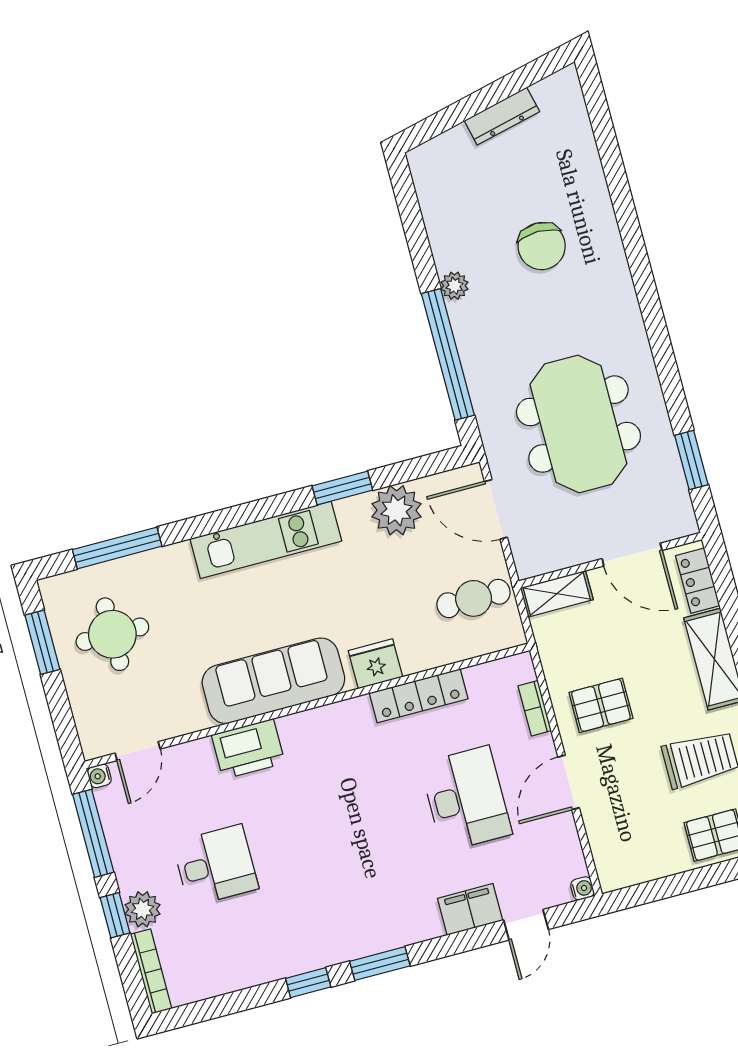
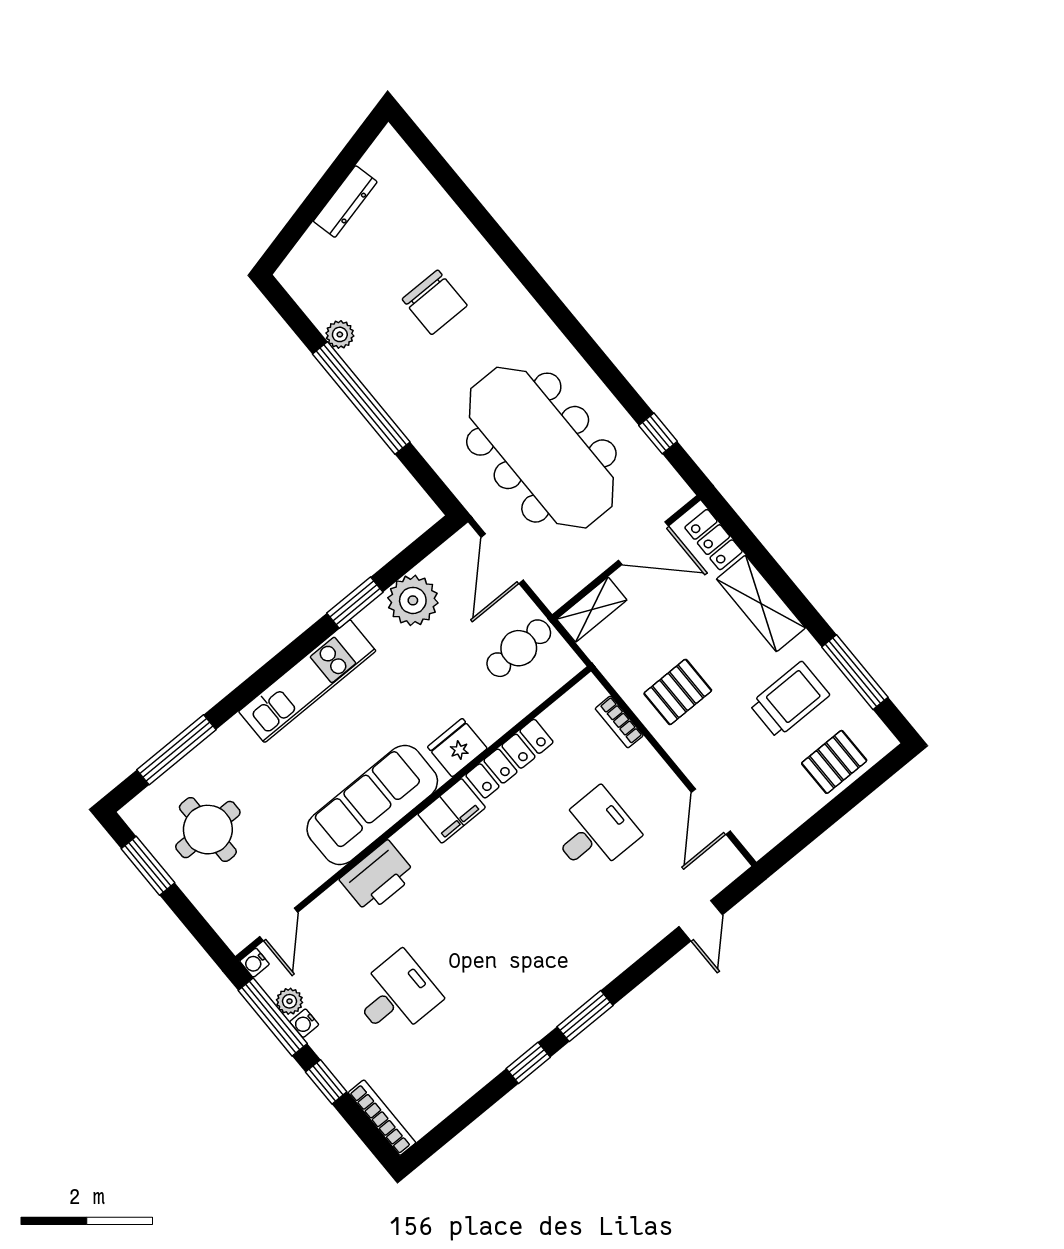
plant: (454, 286) -> (340, 334), moved
window: (448, 354) -> (361, 398), moved
meeting table: (578, 424) -> (541, 448), width x1.36
window: (691, 460) -> (658, 433), width x0.67
door: (496, 509) -> (502, 559), hinge flipped
door: (569, 782) -> (711, 812), moved
desk: (466, 799) -> (595, 832), width x0.73
water cooler: (582, 888) -> (304, 1023), moved, turned 180
plant: (143, 909) -> (289, 1001), moved, width x0.73, depth x0.73
filing cabinet: (470, 909) -> (452, 811), moved, turned 180

